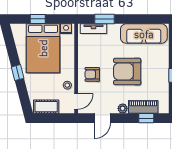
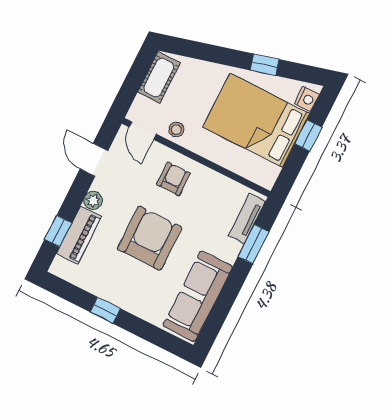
nightstand: (66, 29) -> (307, 99), moved
window: (18, 73) -> (265, 65), moved

